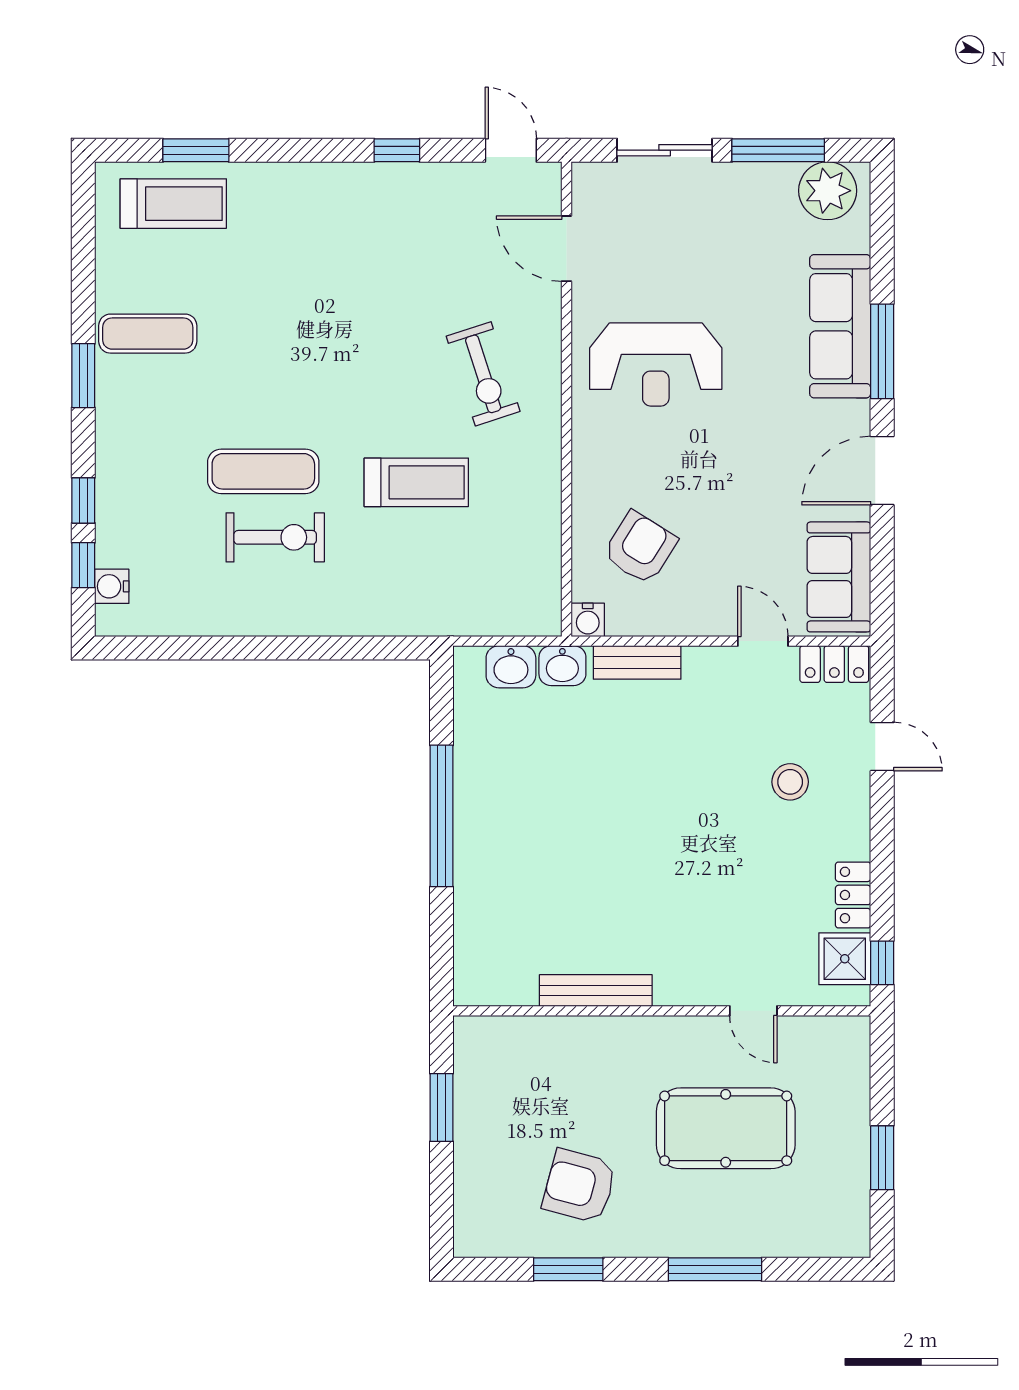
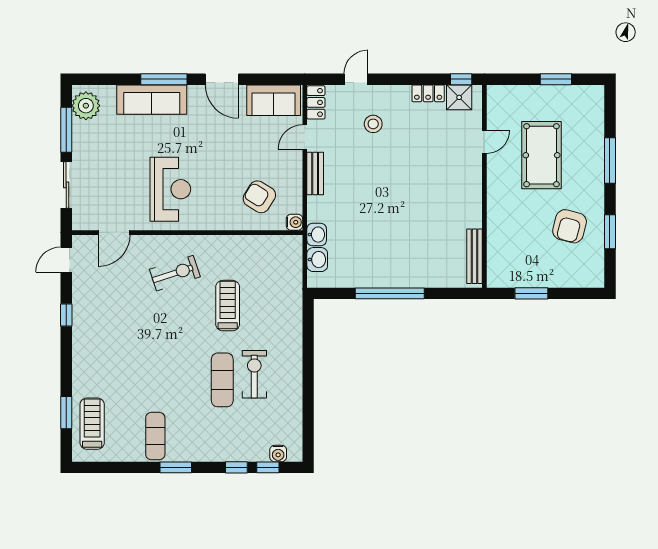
bench: (637, 662) -> (315, 173), moved
bench: (596, 990) -> (475, 256), moved

